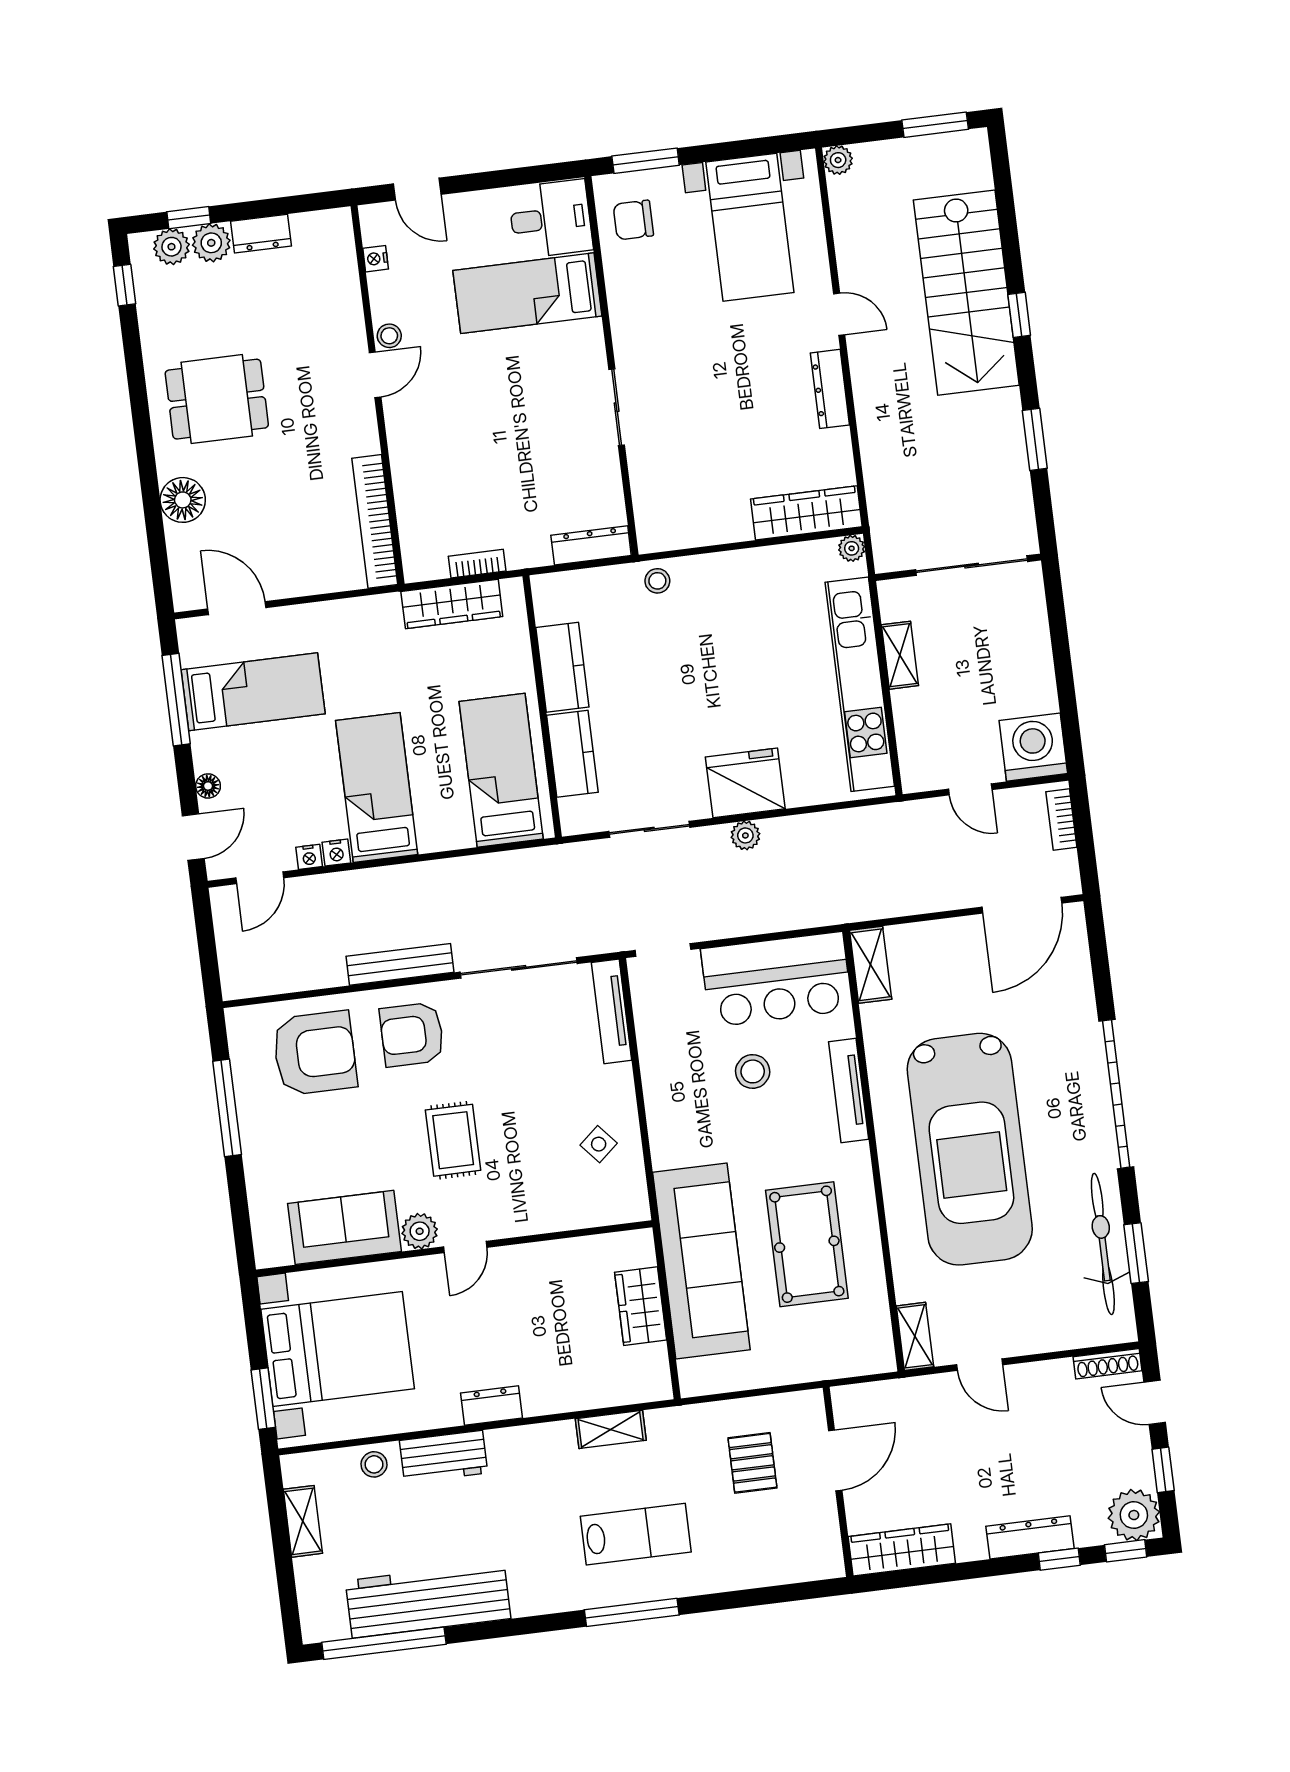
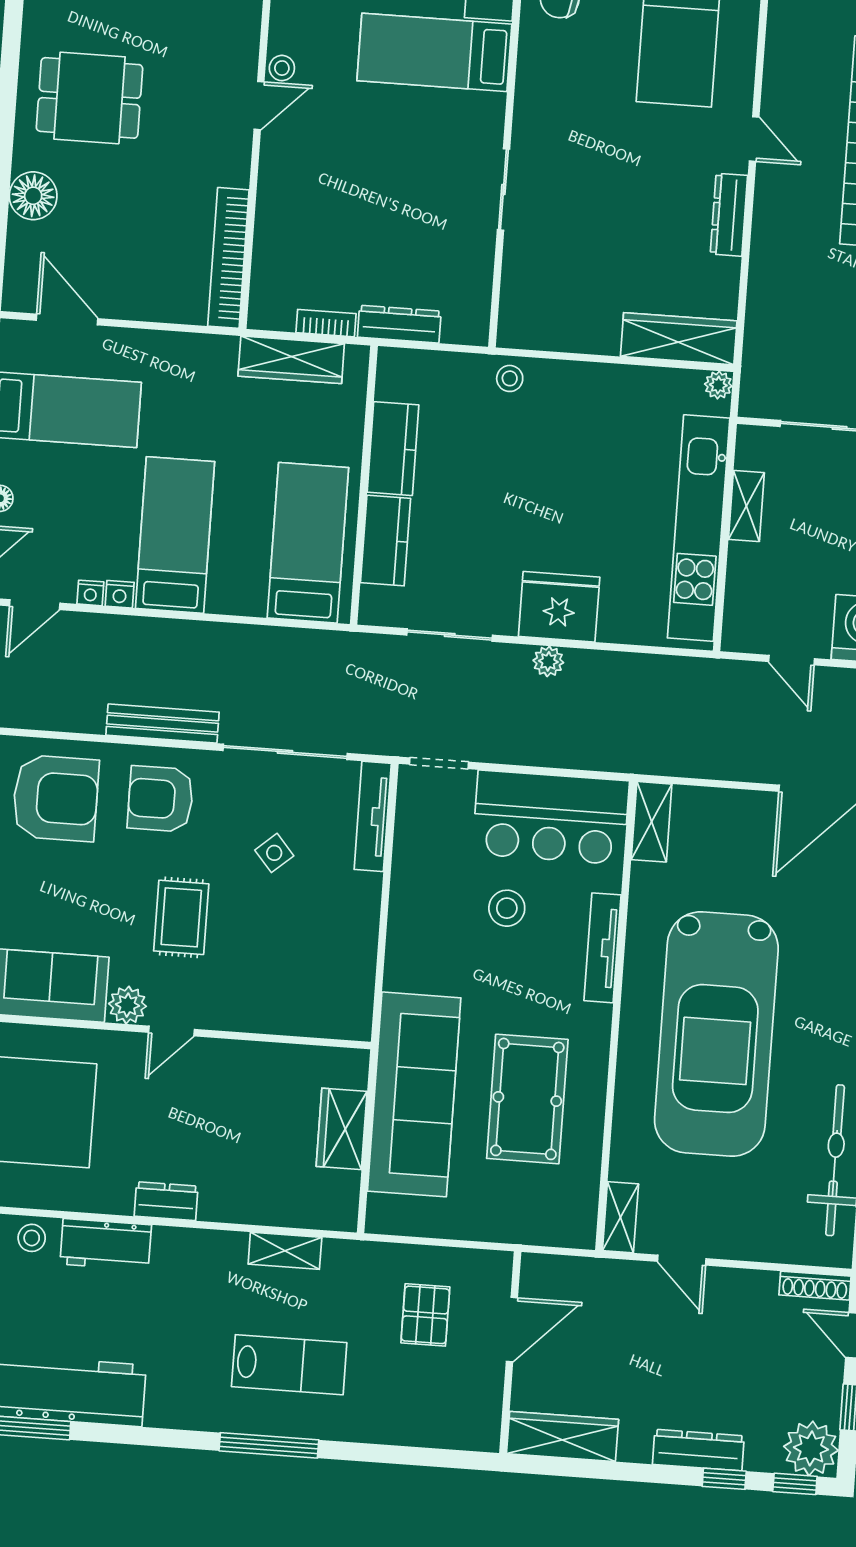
dresser: (591, 545) -> (399, 324), moved
side table: (599, 1144) -> (274, 853), moved

